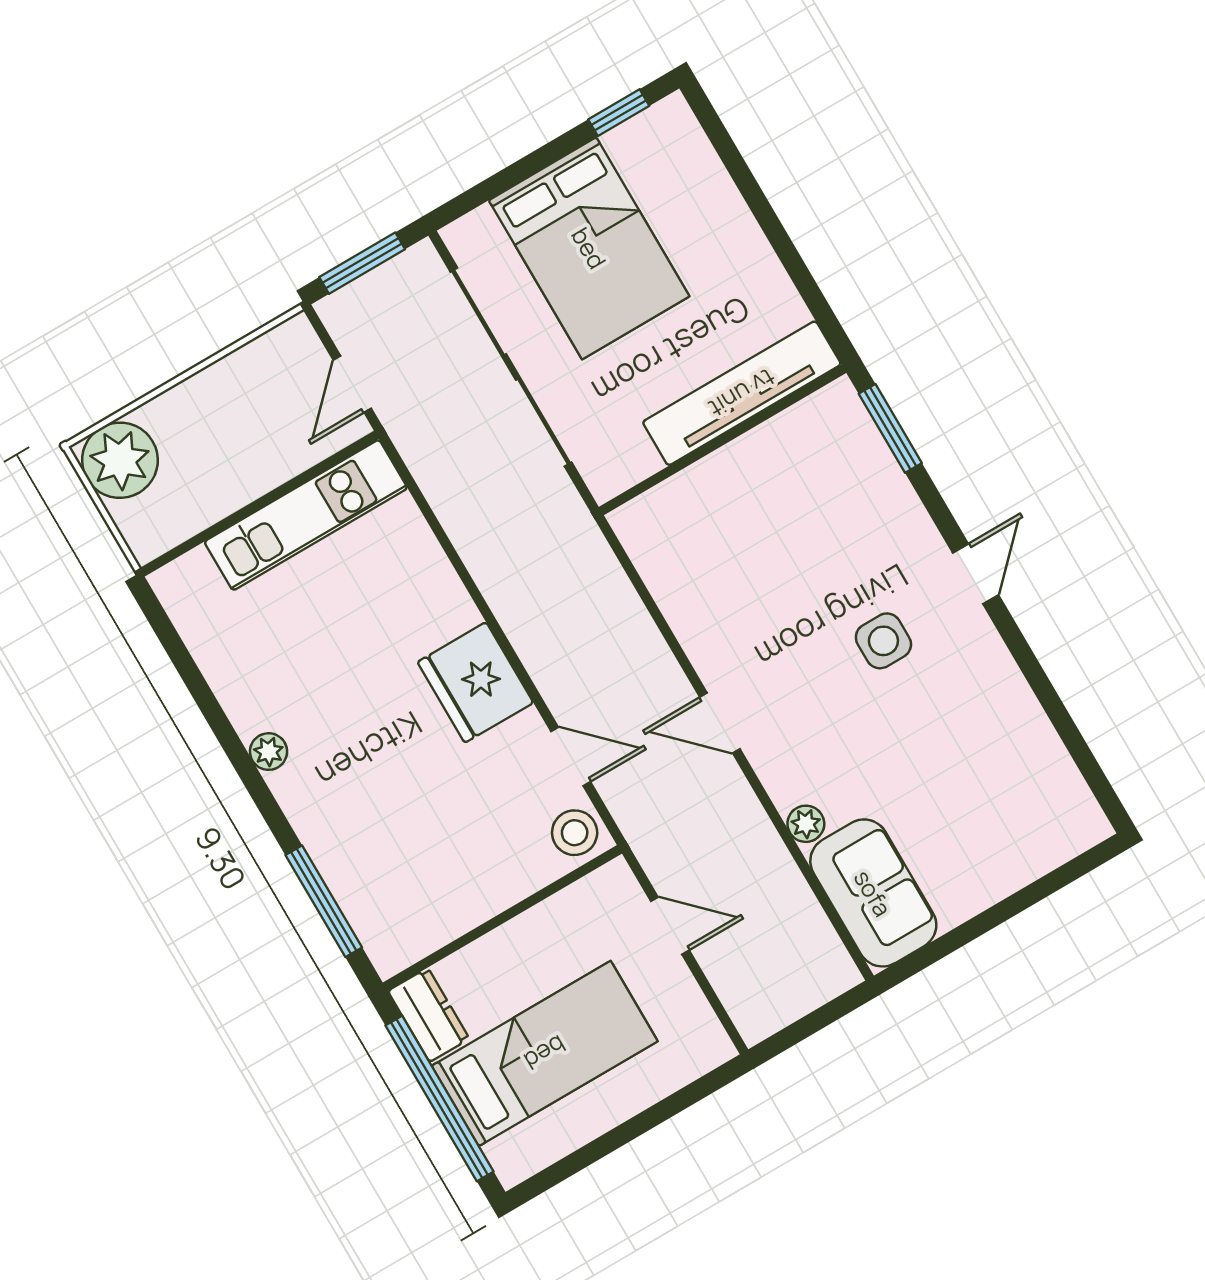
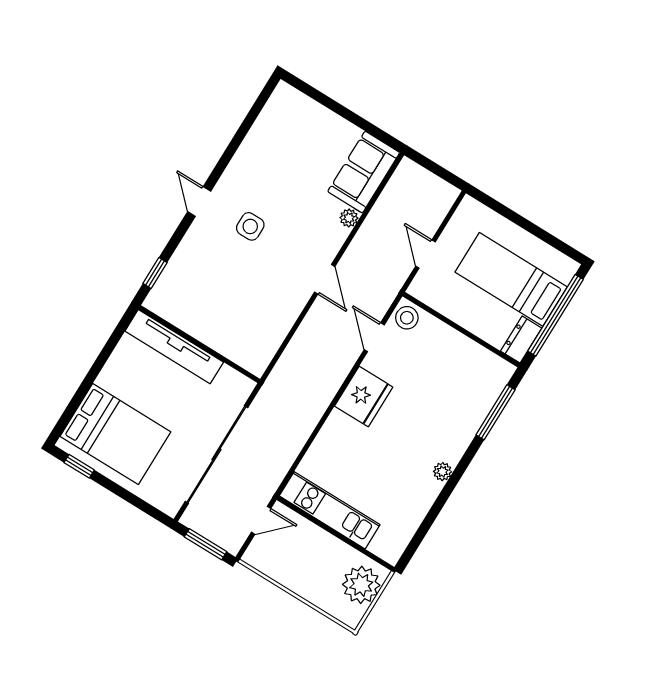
bed: (589, 248) -> (115, 434), moved, turned 90
window: (890, 428) -> (155, 273), width x0.67
plant: (120, 460) -> (361, 585), moved
door: (976, 574) -> (199, 201), hinge flipped

